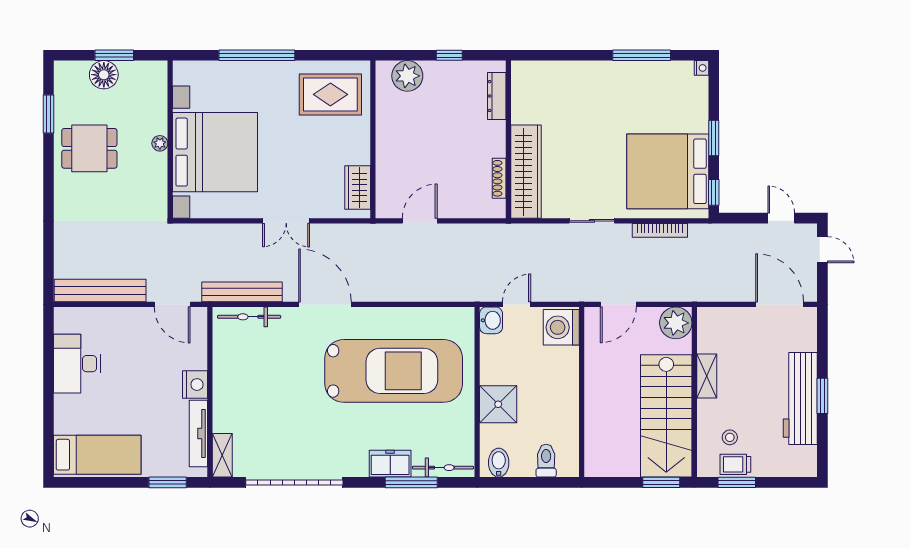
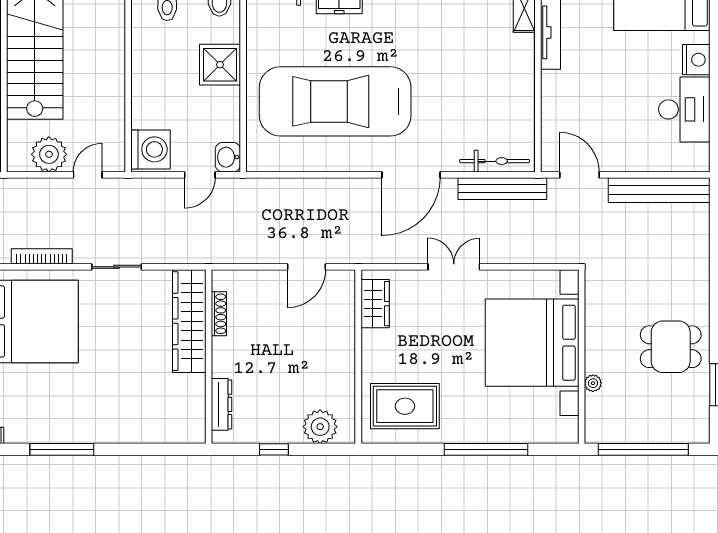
window: (114, 55) -> (643, 449), width x2.11
floor lamp: (104, 75) -> (655, 428), removed
plant: (160, 143) -> (593, 383), moved
door: (325, 304) -> (411, 175), hinge flipped
door: (618, 304) -> (88, 175), width x0.73
plant: (676, 323) -> (49, 154), moved
nightstand: (195, 385) -> (696, 60), moved, turned 180

